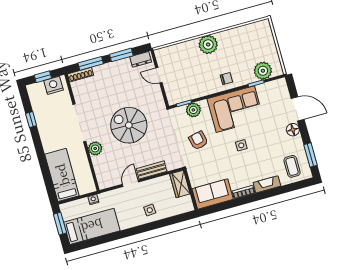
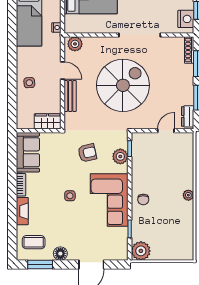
plant: (208, 45) -> (188, 195), width x0.53, depth x0.53
plant: (263, 71) -> (141, 251), moved
spiral stairs: (129, 125) -> (123, 85), width x1.37, depth x1.37
floor lamp: (293, 130) -> (60, 254), moved
plant: (95, 148) -> (75, 44), moved

